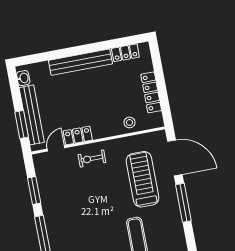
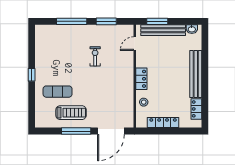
locker: (78, 135) -> (141, 79), moved
door: (56, 148) -> (135, 44), swing flipped
exercise bike: (92, 159) -> (95, 56), moved
treadmill: (143, 179) -> (71, 113), moved, width x0.73, depth x0.73

